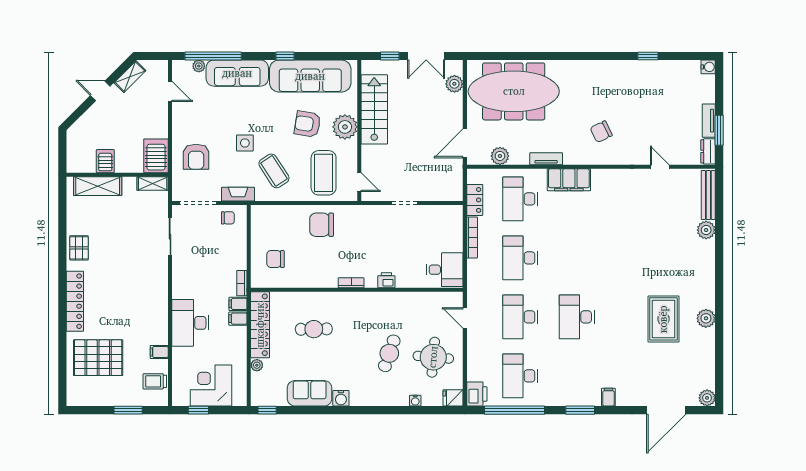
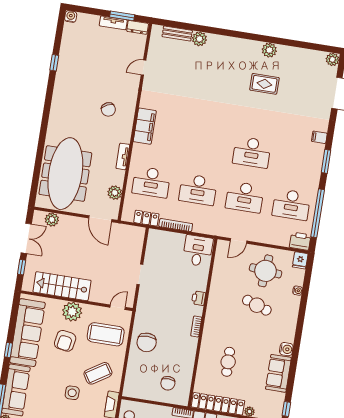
filing cabinet: (569, 180) -> (145, 126), moved
bench: (708, 195) -> (177, 33), width x0.73
rug: (663, 319) -> (264, 84), width x0.73, depth x0.70

